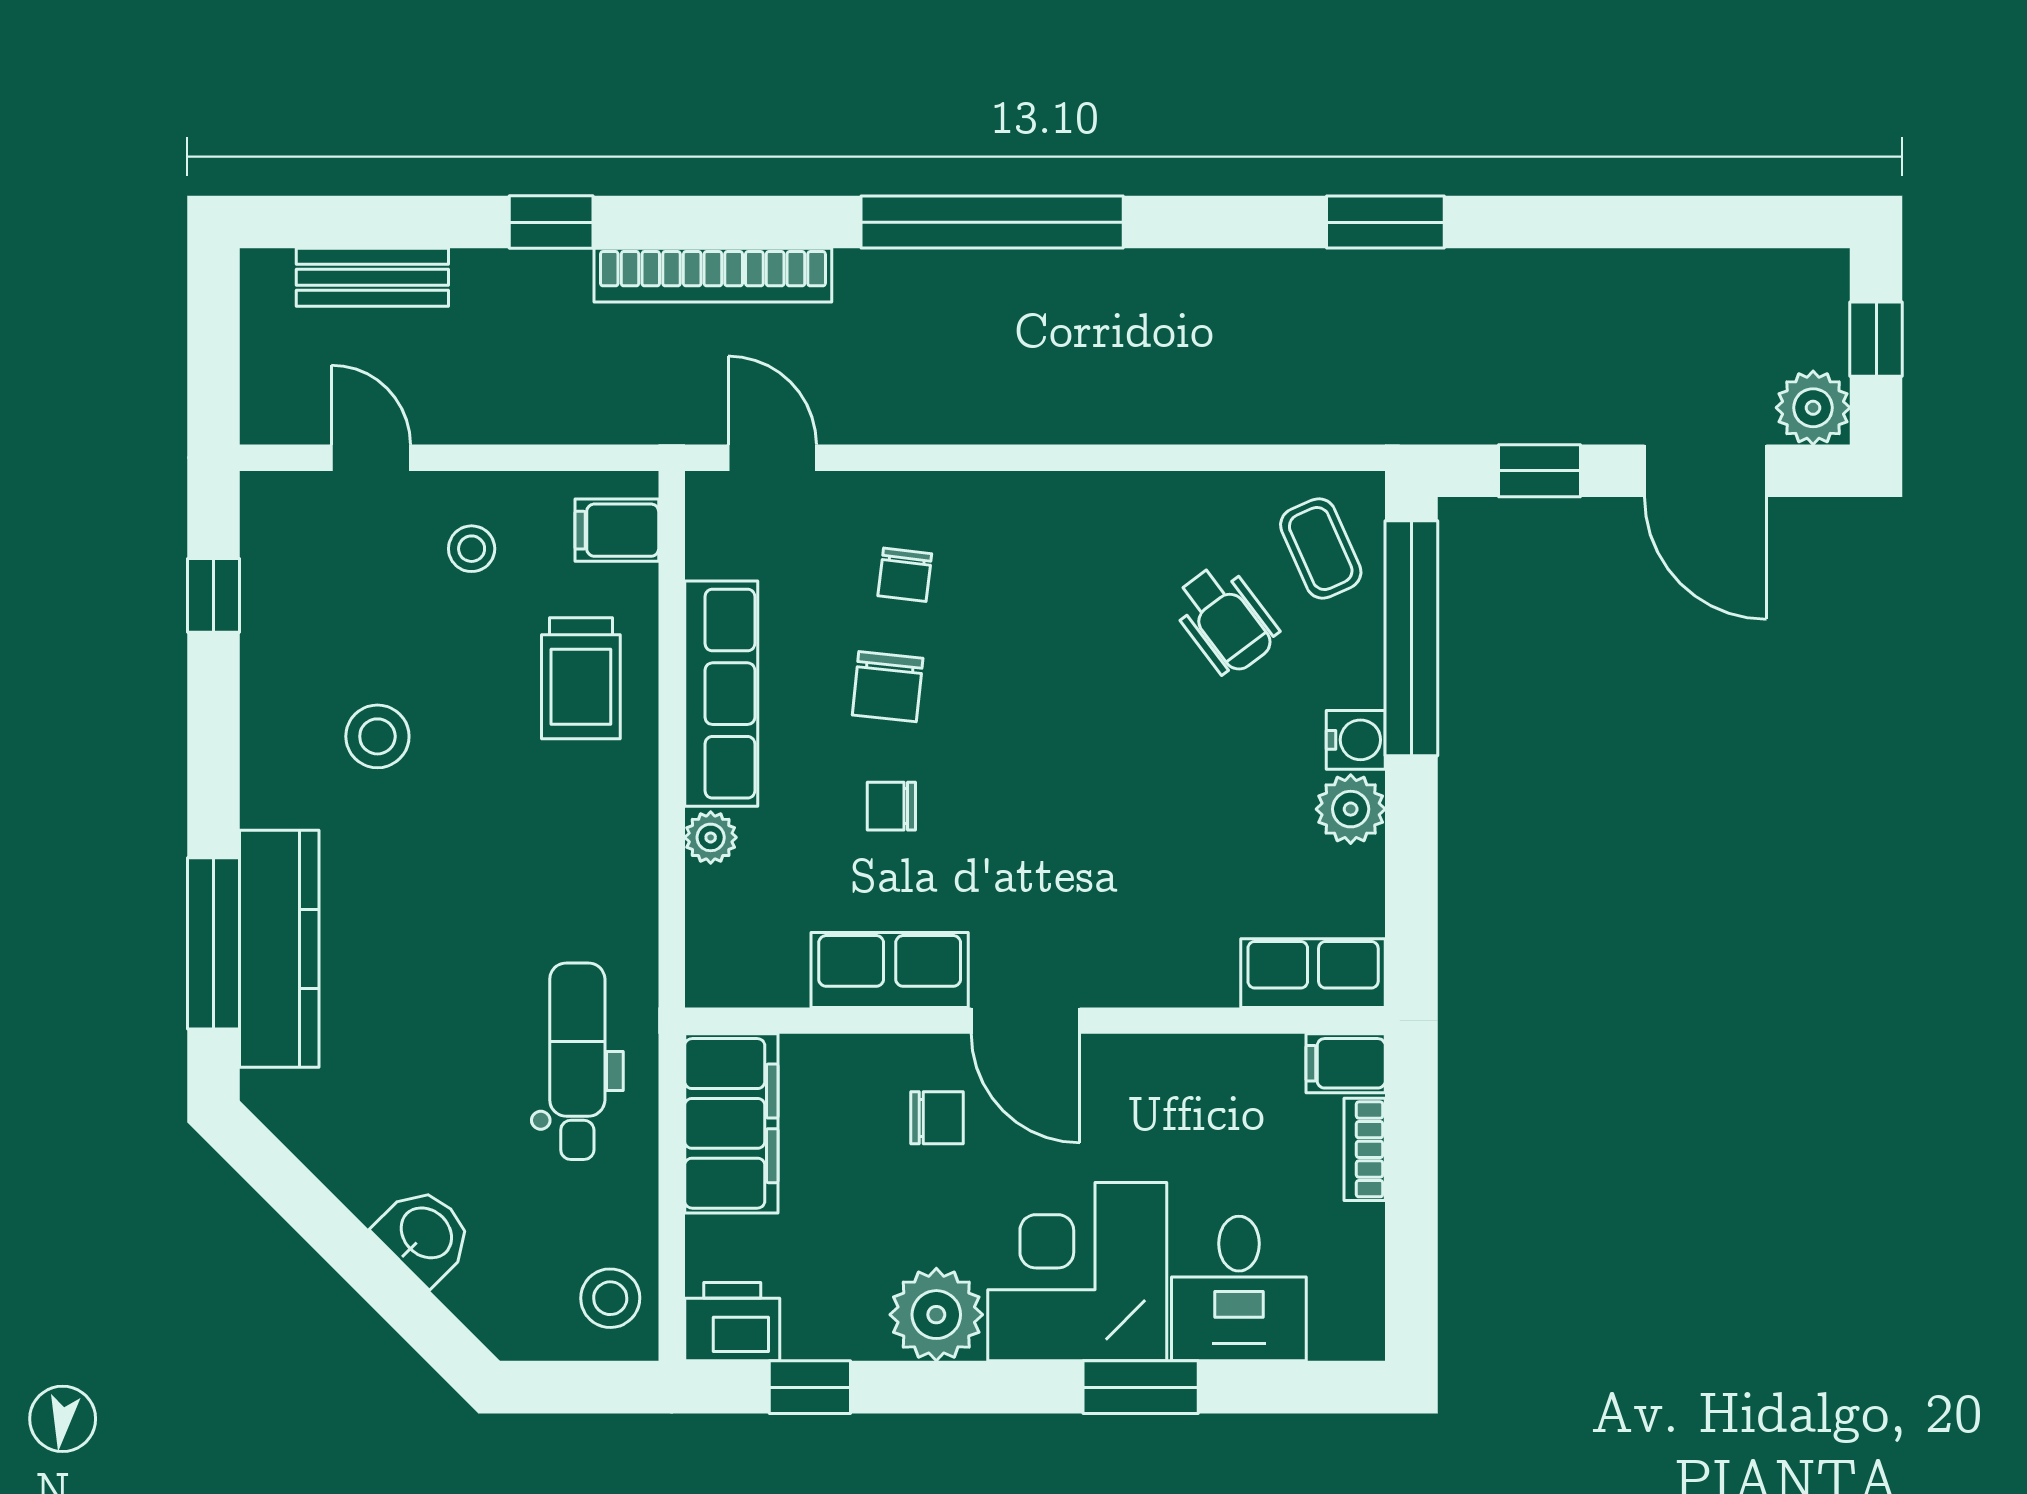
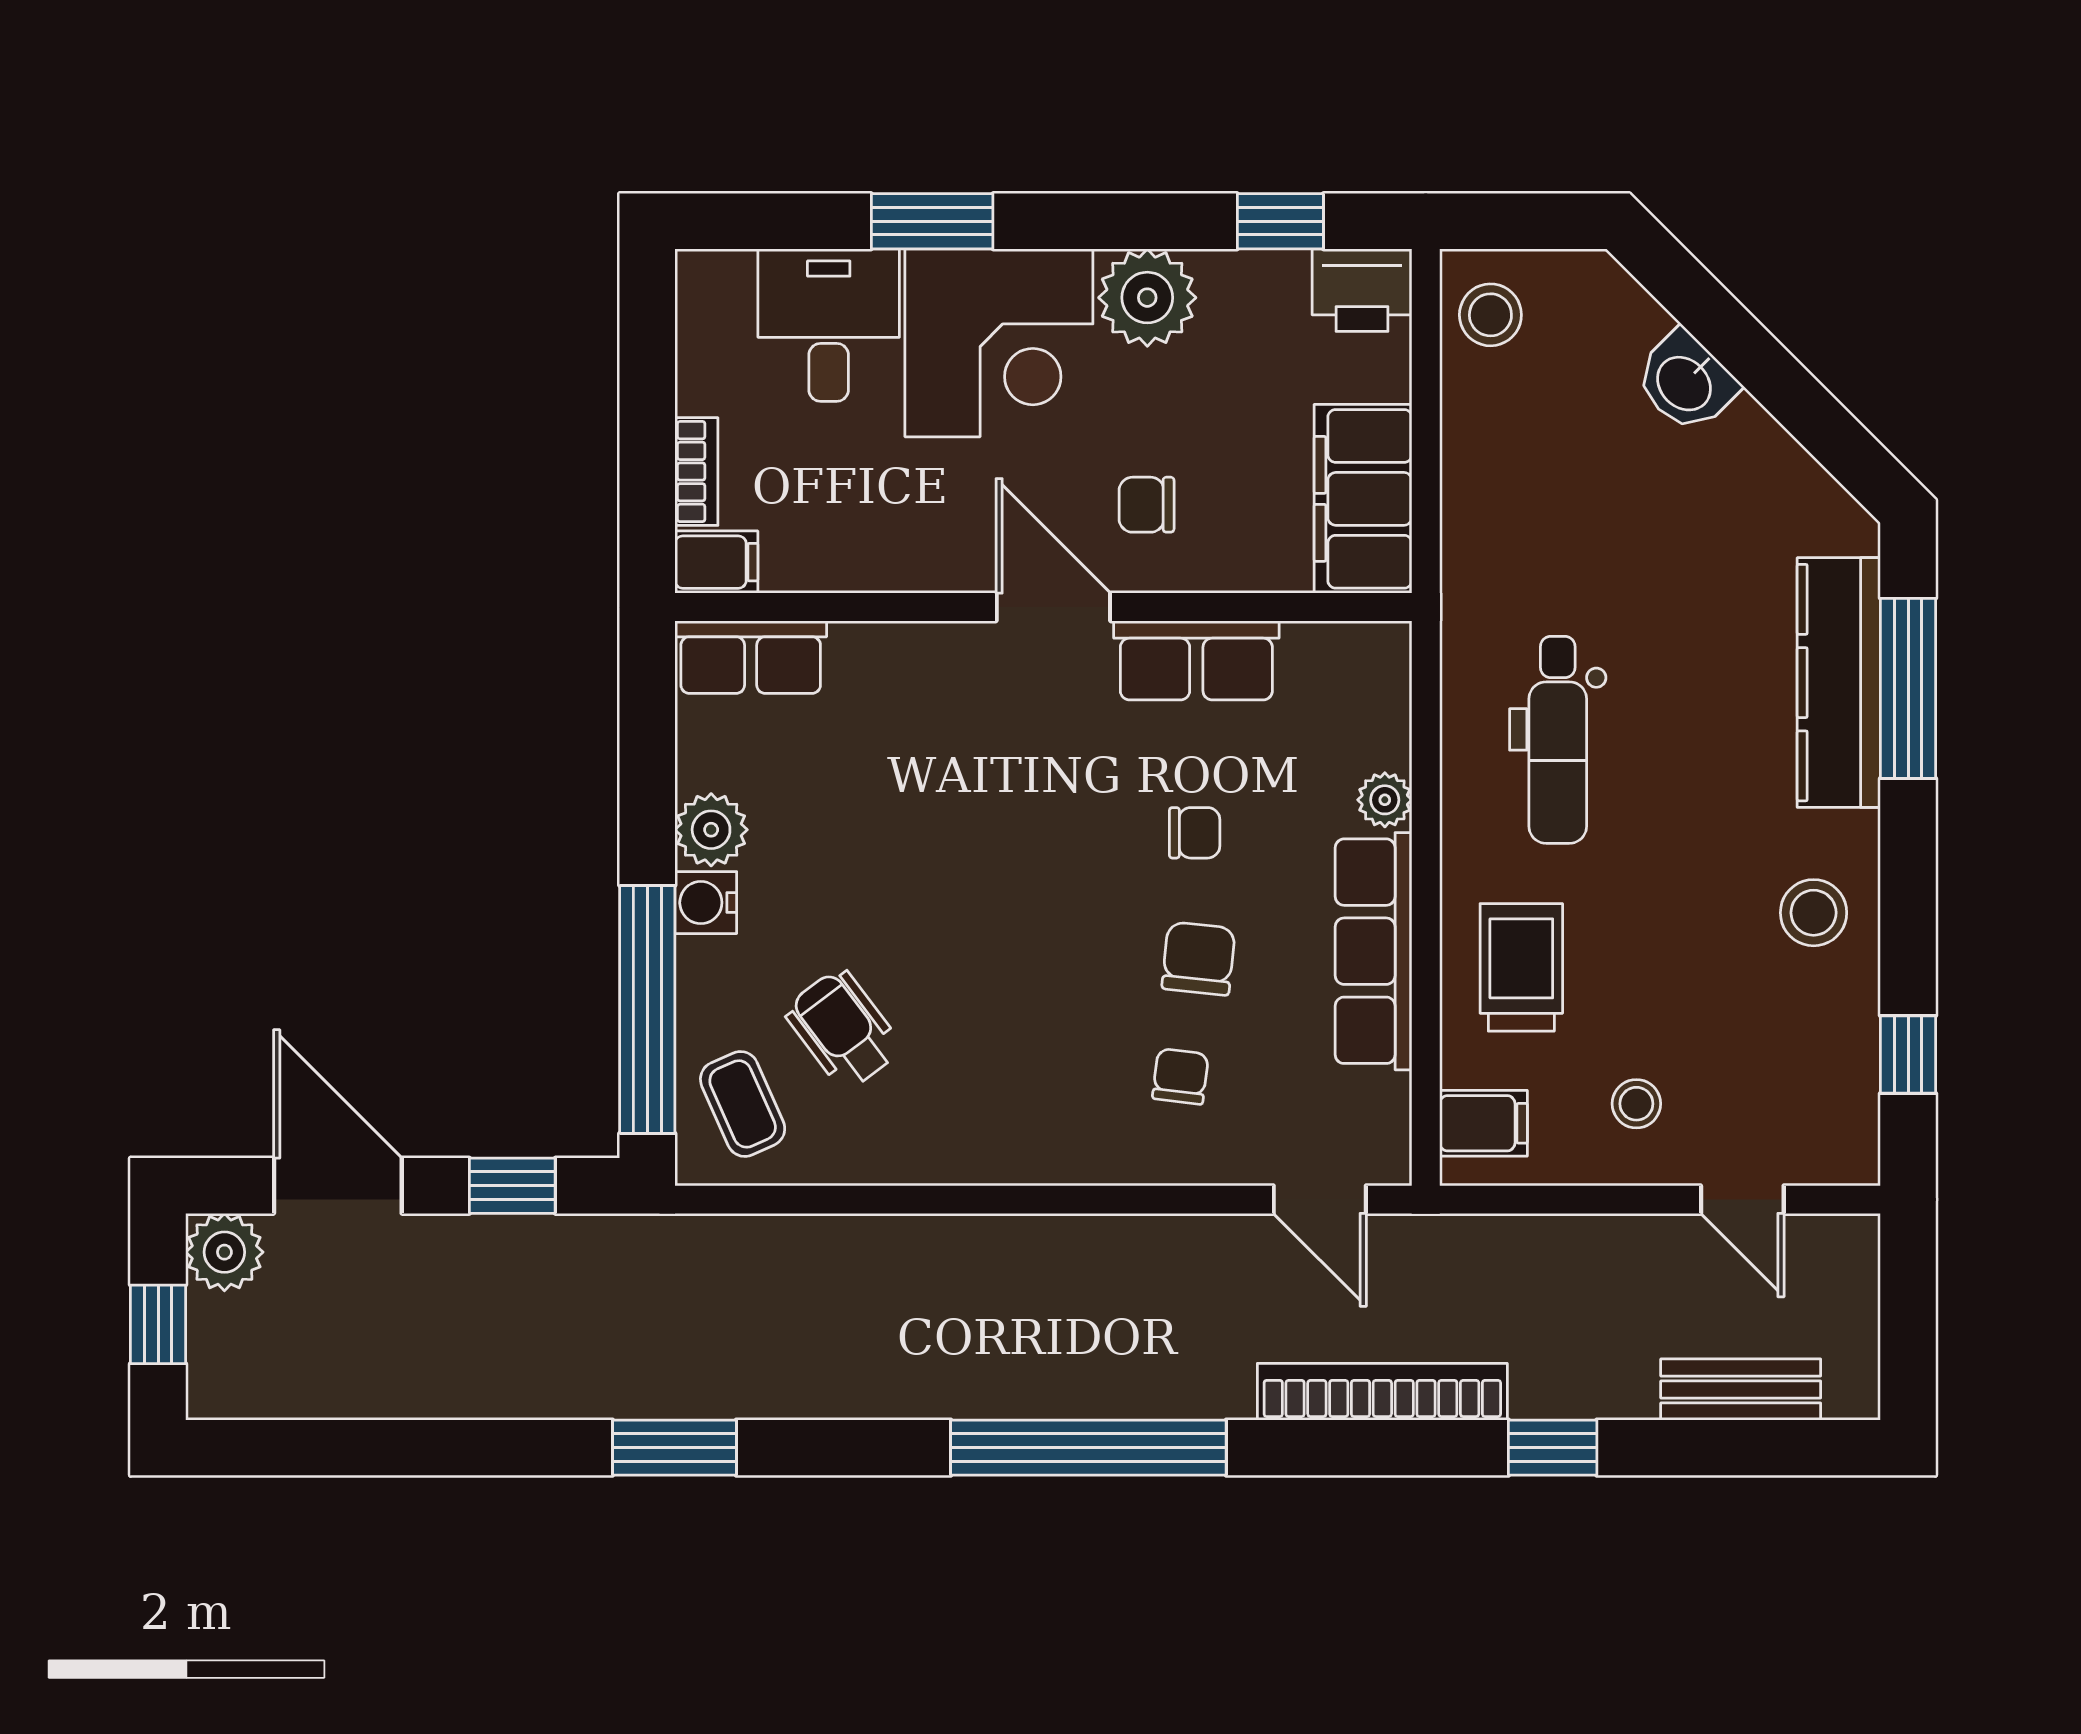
stool: (377, 736) -> (1814, 913), moved
dental chair: (577, 1061) -> (1558, 740), moved

